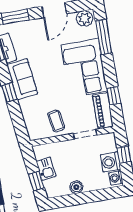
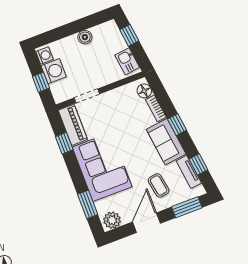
window: (104, 37) -> (88, 204), width x0.69
bookcase: (25, 111) -> (156, 108), added
coffee table: (56, 121) -> (159, 185), moved
floor lamp: (33, 129) -> (144, 91), added
kitchen sink: (46, 169) -> (127, 61), moved

